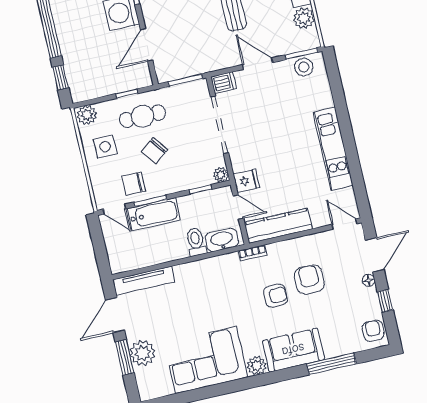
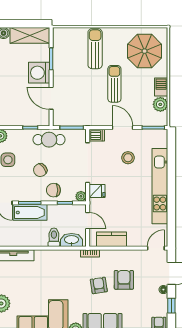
door: (147, 45) -> (51, 98), hinge flipped
stool: (304, 67) -> (128, 158), moved
cafe table: (143, 116) -> (49, 140), moved
kitchen unit: (333, 149) -> (160, 186), width x1.36
fridge: (246, 181) -> (97, 191), moved
chair: (133, 184) -> (53, 190), moved
door: (344, 224) -> (156, 248), hinge flipped
kitchen counter: (278, 226) -> (111, 239), width x0.67
armchair: (275, 296) -> (99, 285), turned -99

